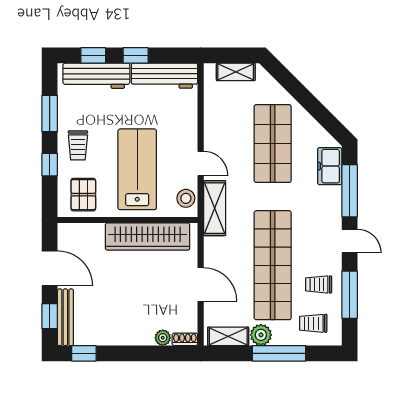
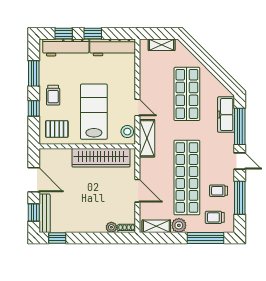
freezer: (330, 166) -> (226, 115), width x1.40
pallet: (83, 195) -> (57, 129), turned 90
window: (279, 353) -> (205, 238), moved

